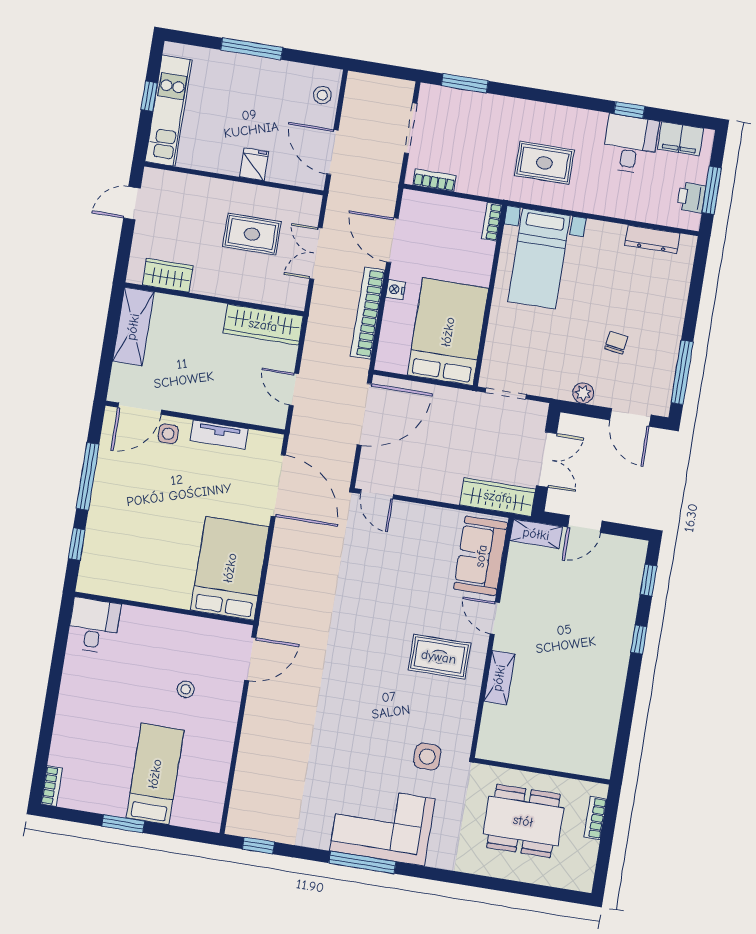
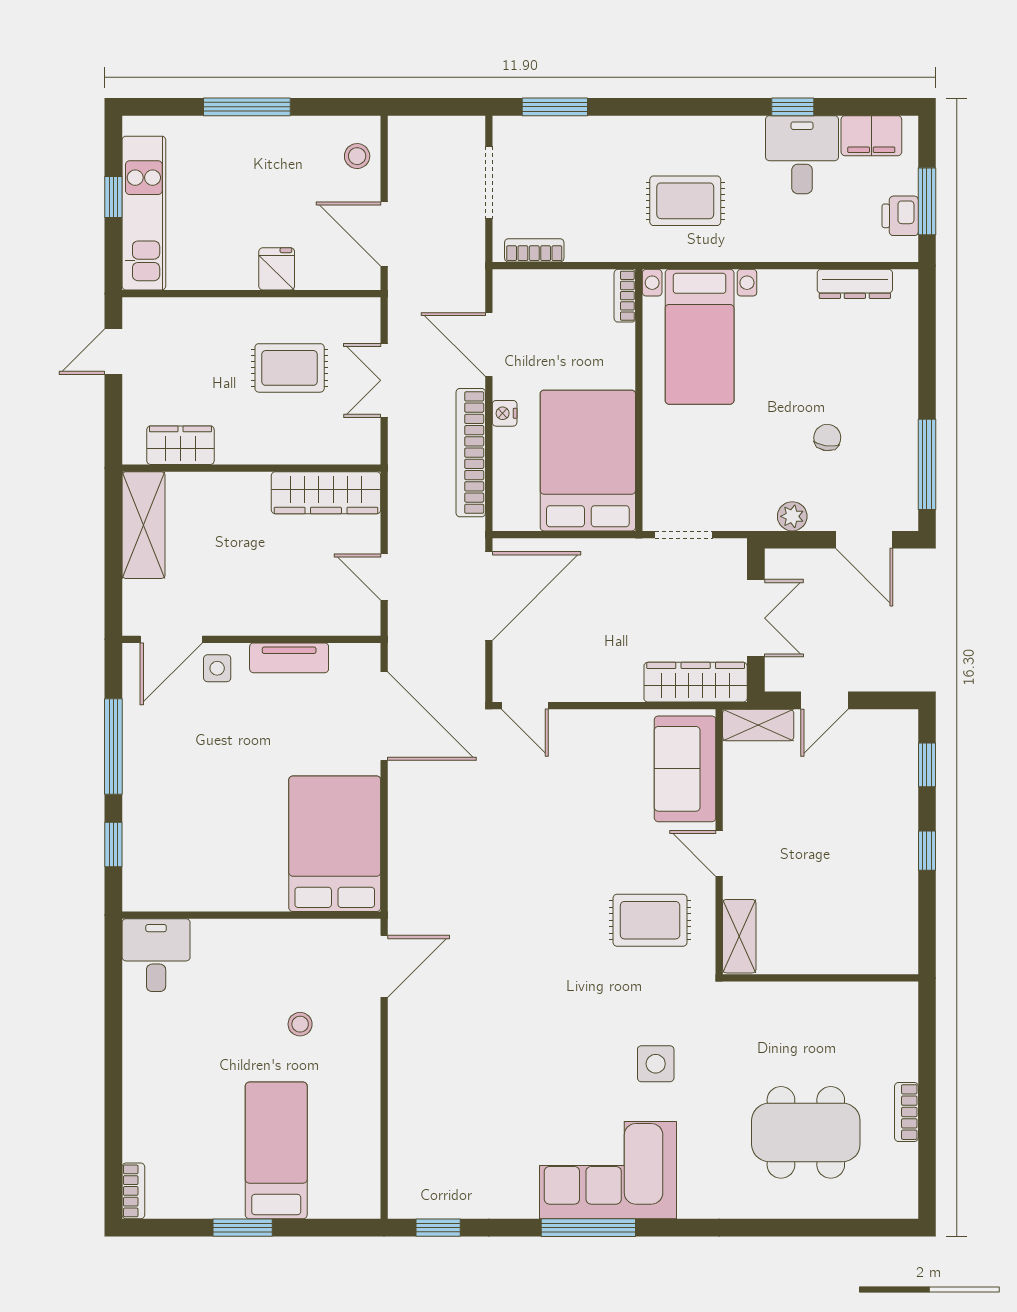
wall: (542, 771) -> (820, 978), moved

